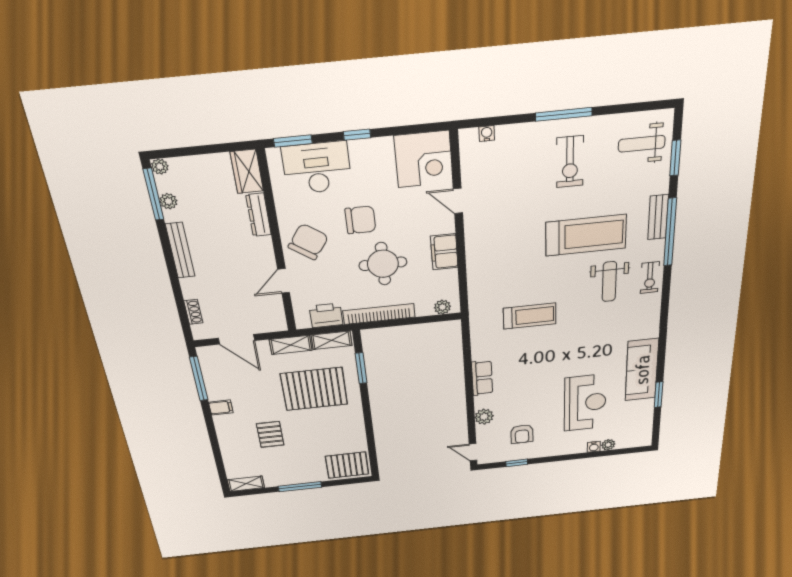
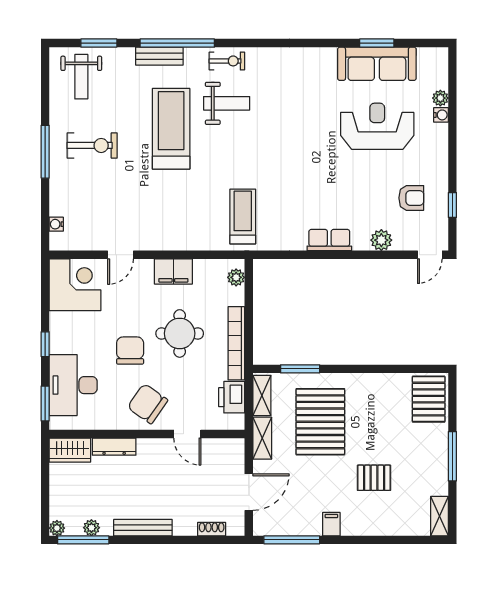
treadmill: (530, 316) -> (243, 216), moved
sofa: (642, 370) -> (377, 64), moved

